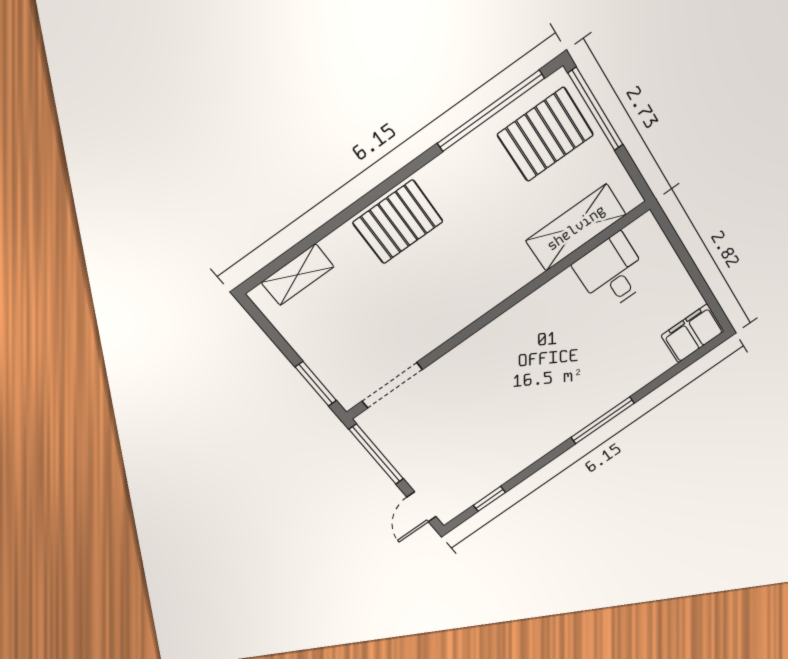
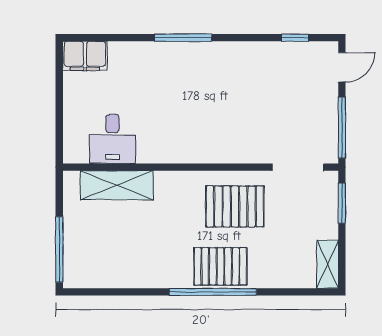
window: (491, 111) -> (213, 292), moved
pallet: (546, 135) -> (235, 206), moved
shelving: (298, 275) -> (328, 264), moved, turned 90

